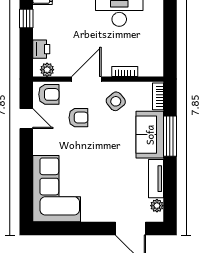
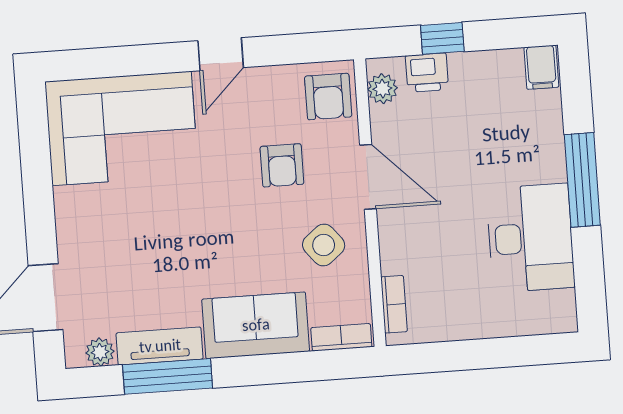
window: (26, 19) -> (442, 38), moved
bookcase: (125, 71) -> (394, 304), moved
door: (26, 119) -> (221, 54), moved
window: (170, 136) -> (168, 376), moved

